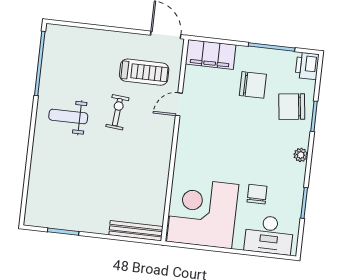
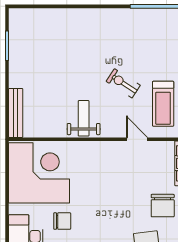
exercise bike: (117, 112) -> (123, 83), turned -152
weight bench: (68, 116) -> (84, 118), moved

